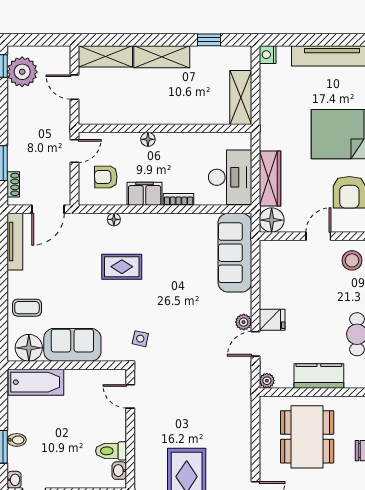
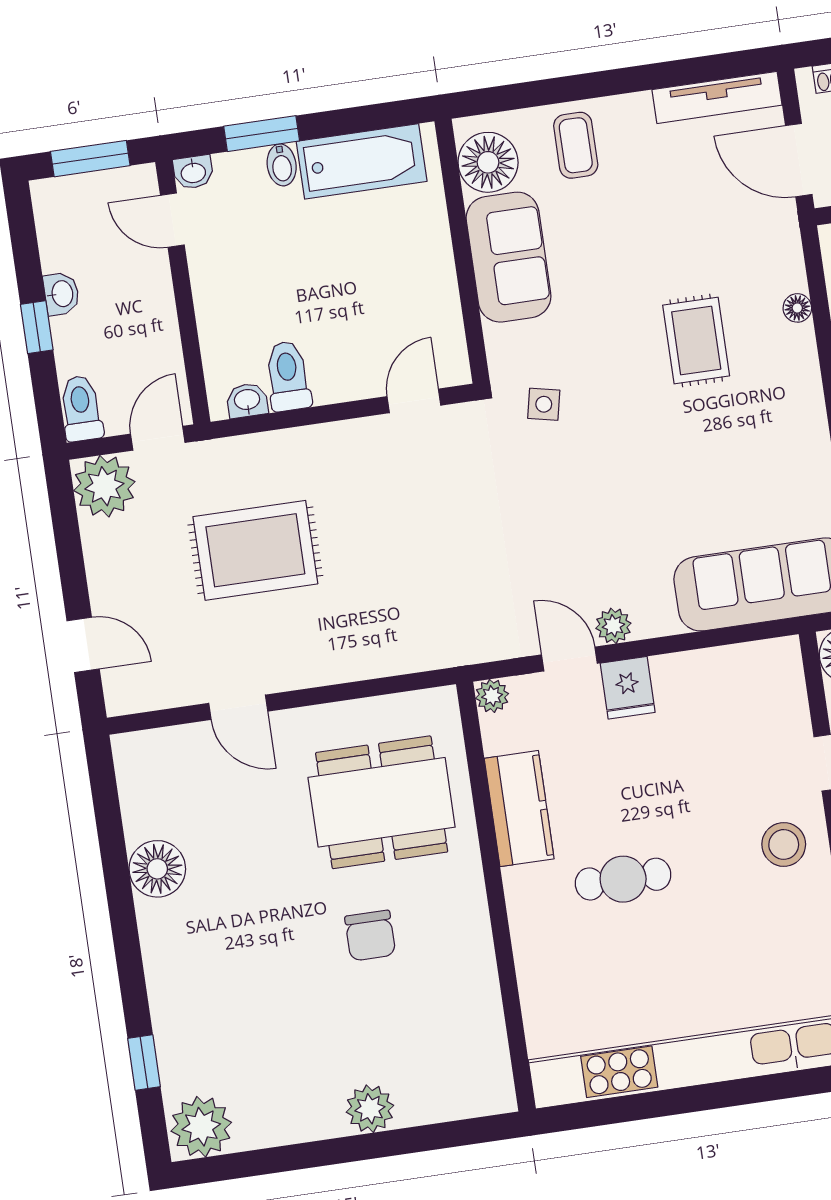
bathtub: (36, 382) -> (362, 161), moved, turned -90

